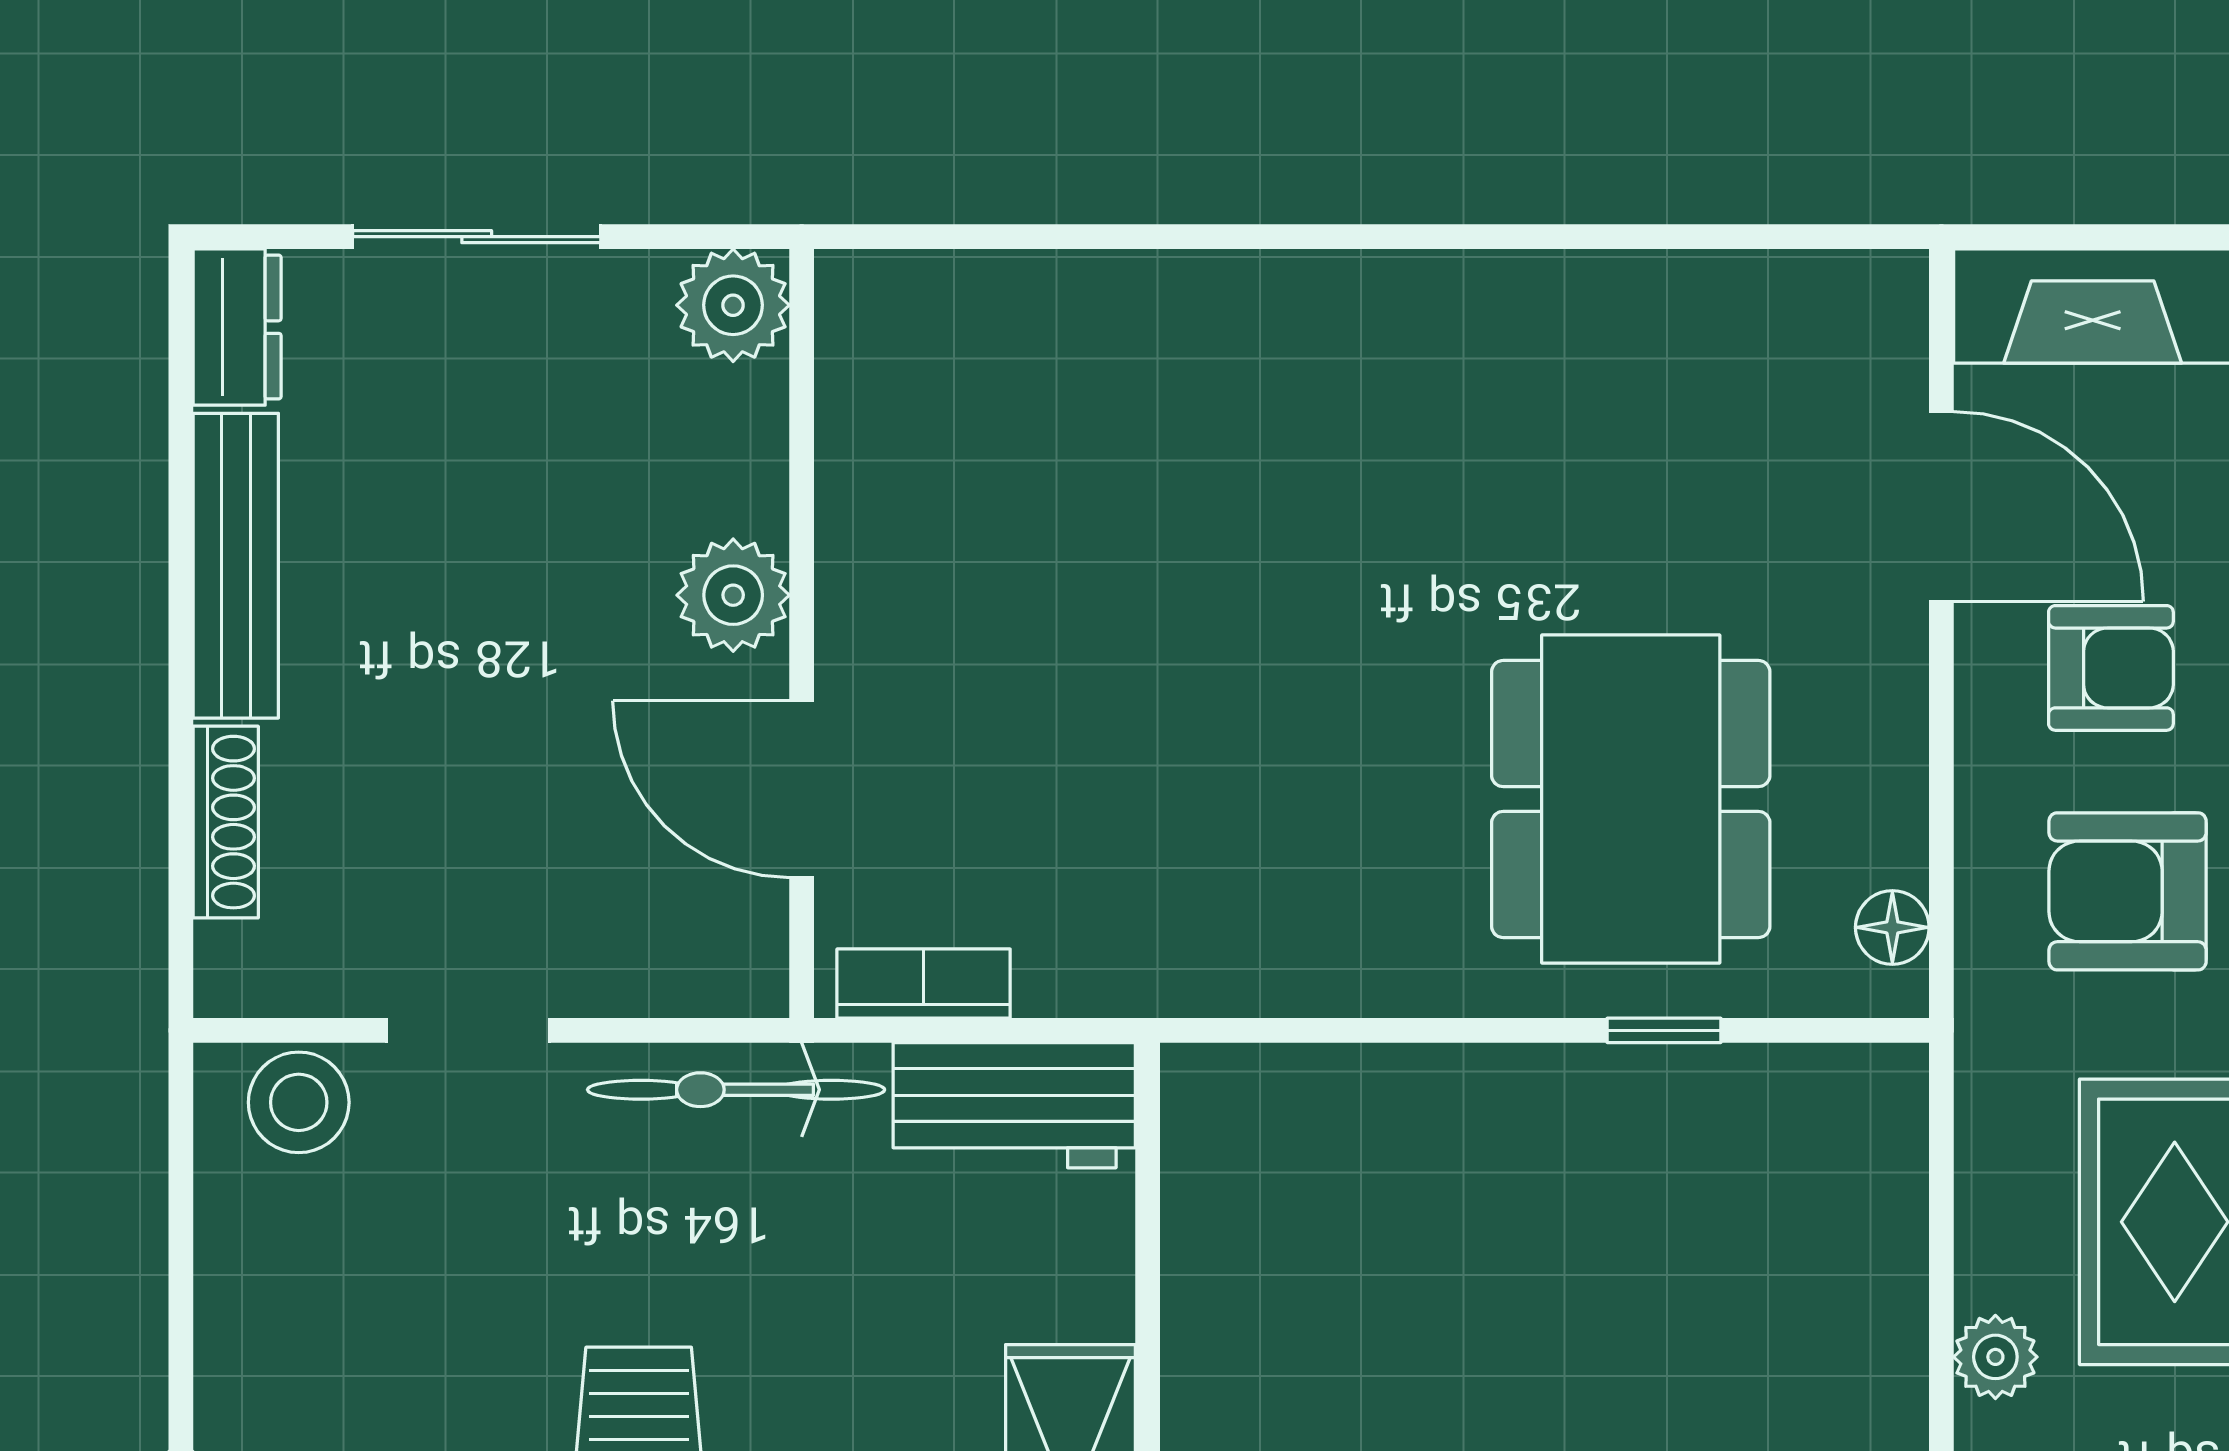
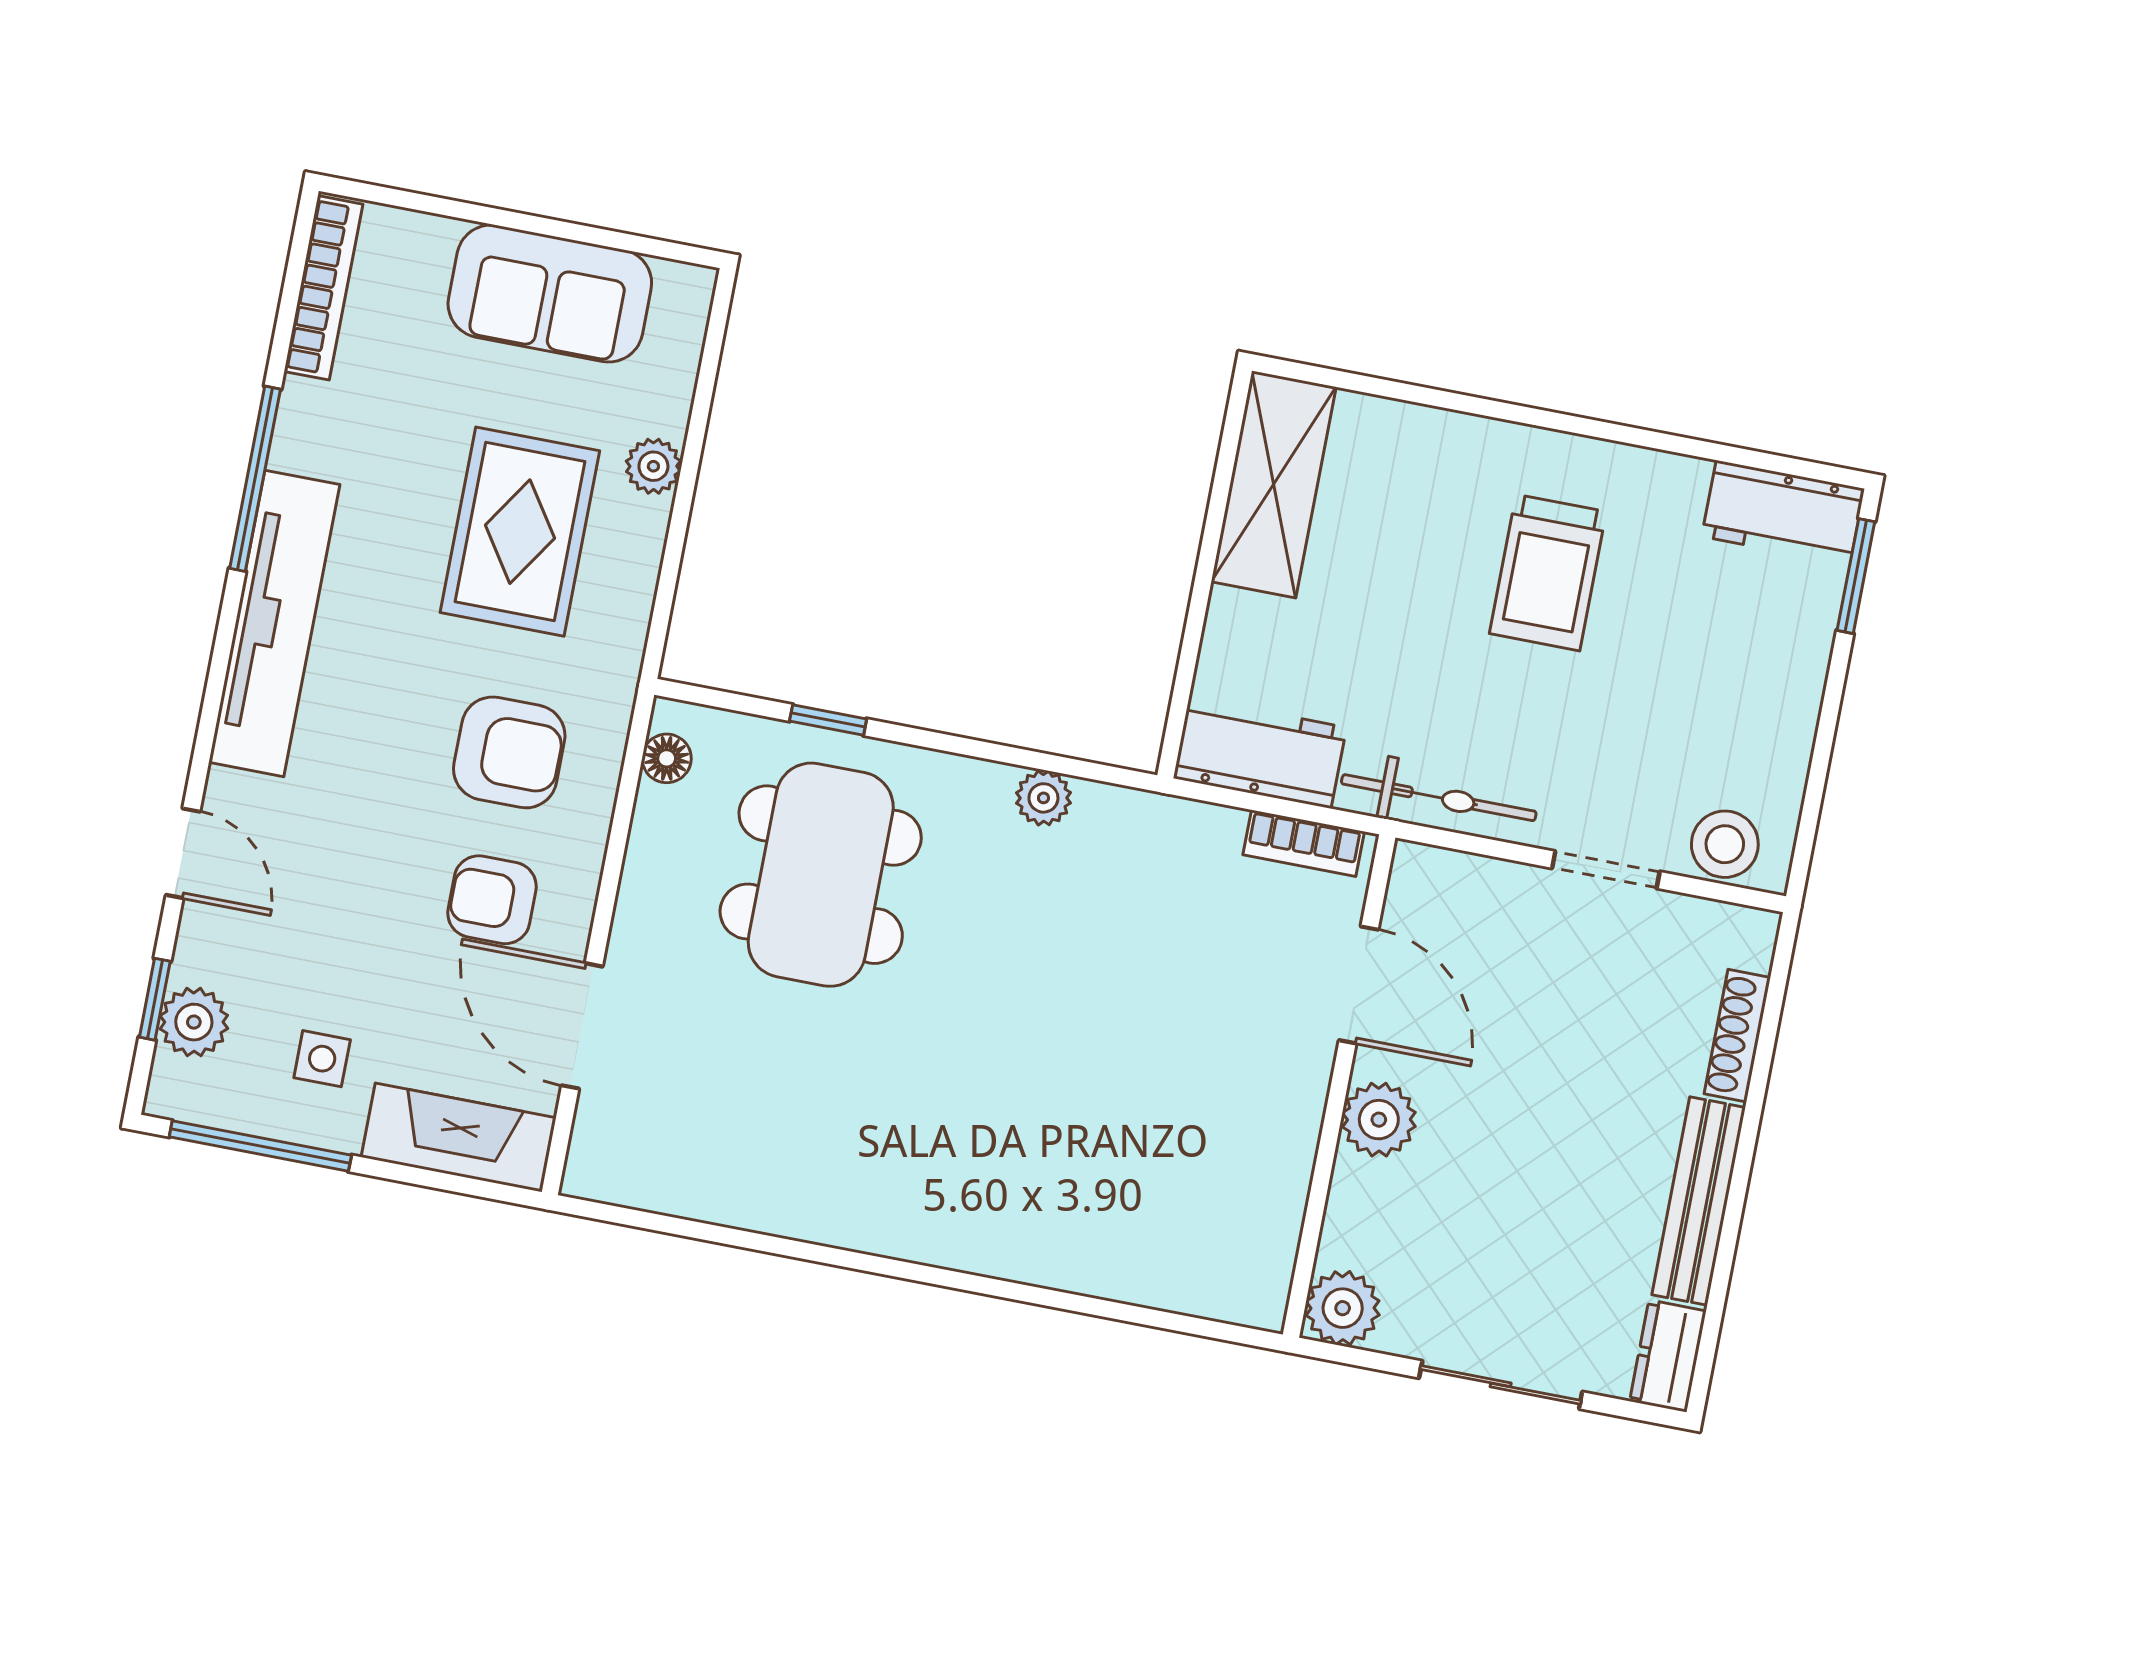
plant: (1322, 976) -> (1043, 798), added

